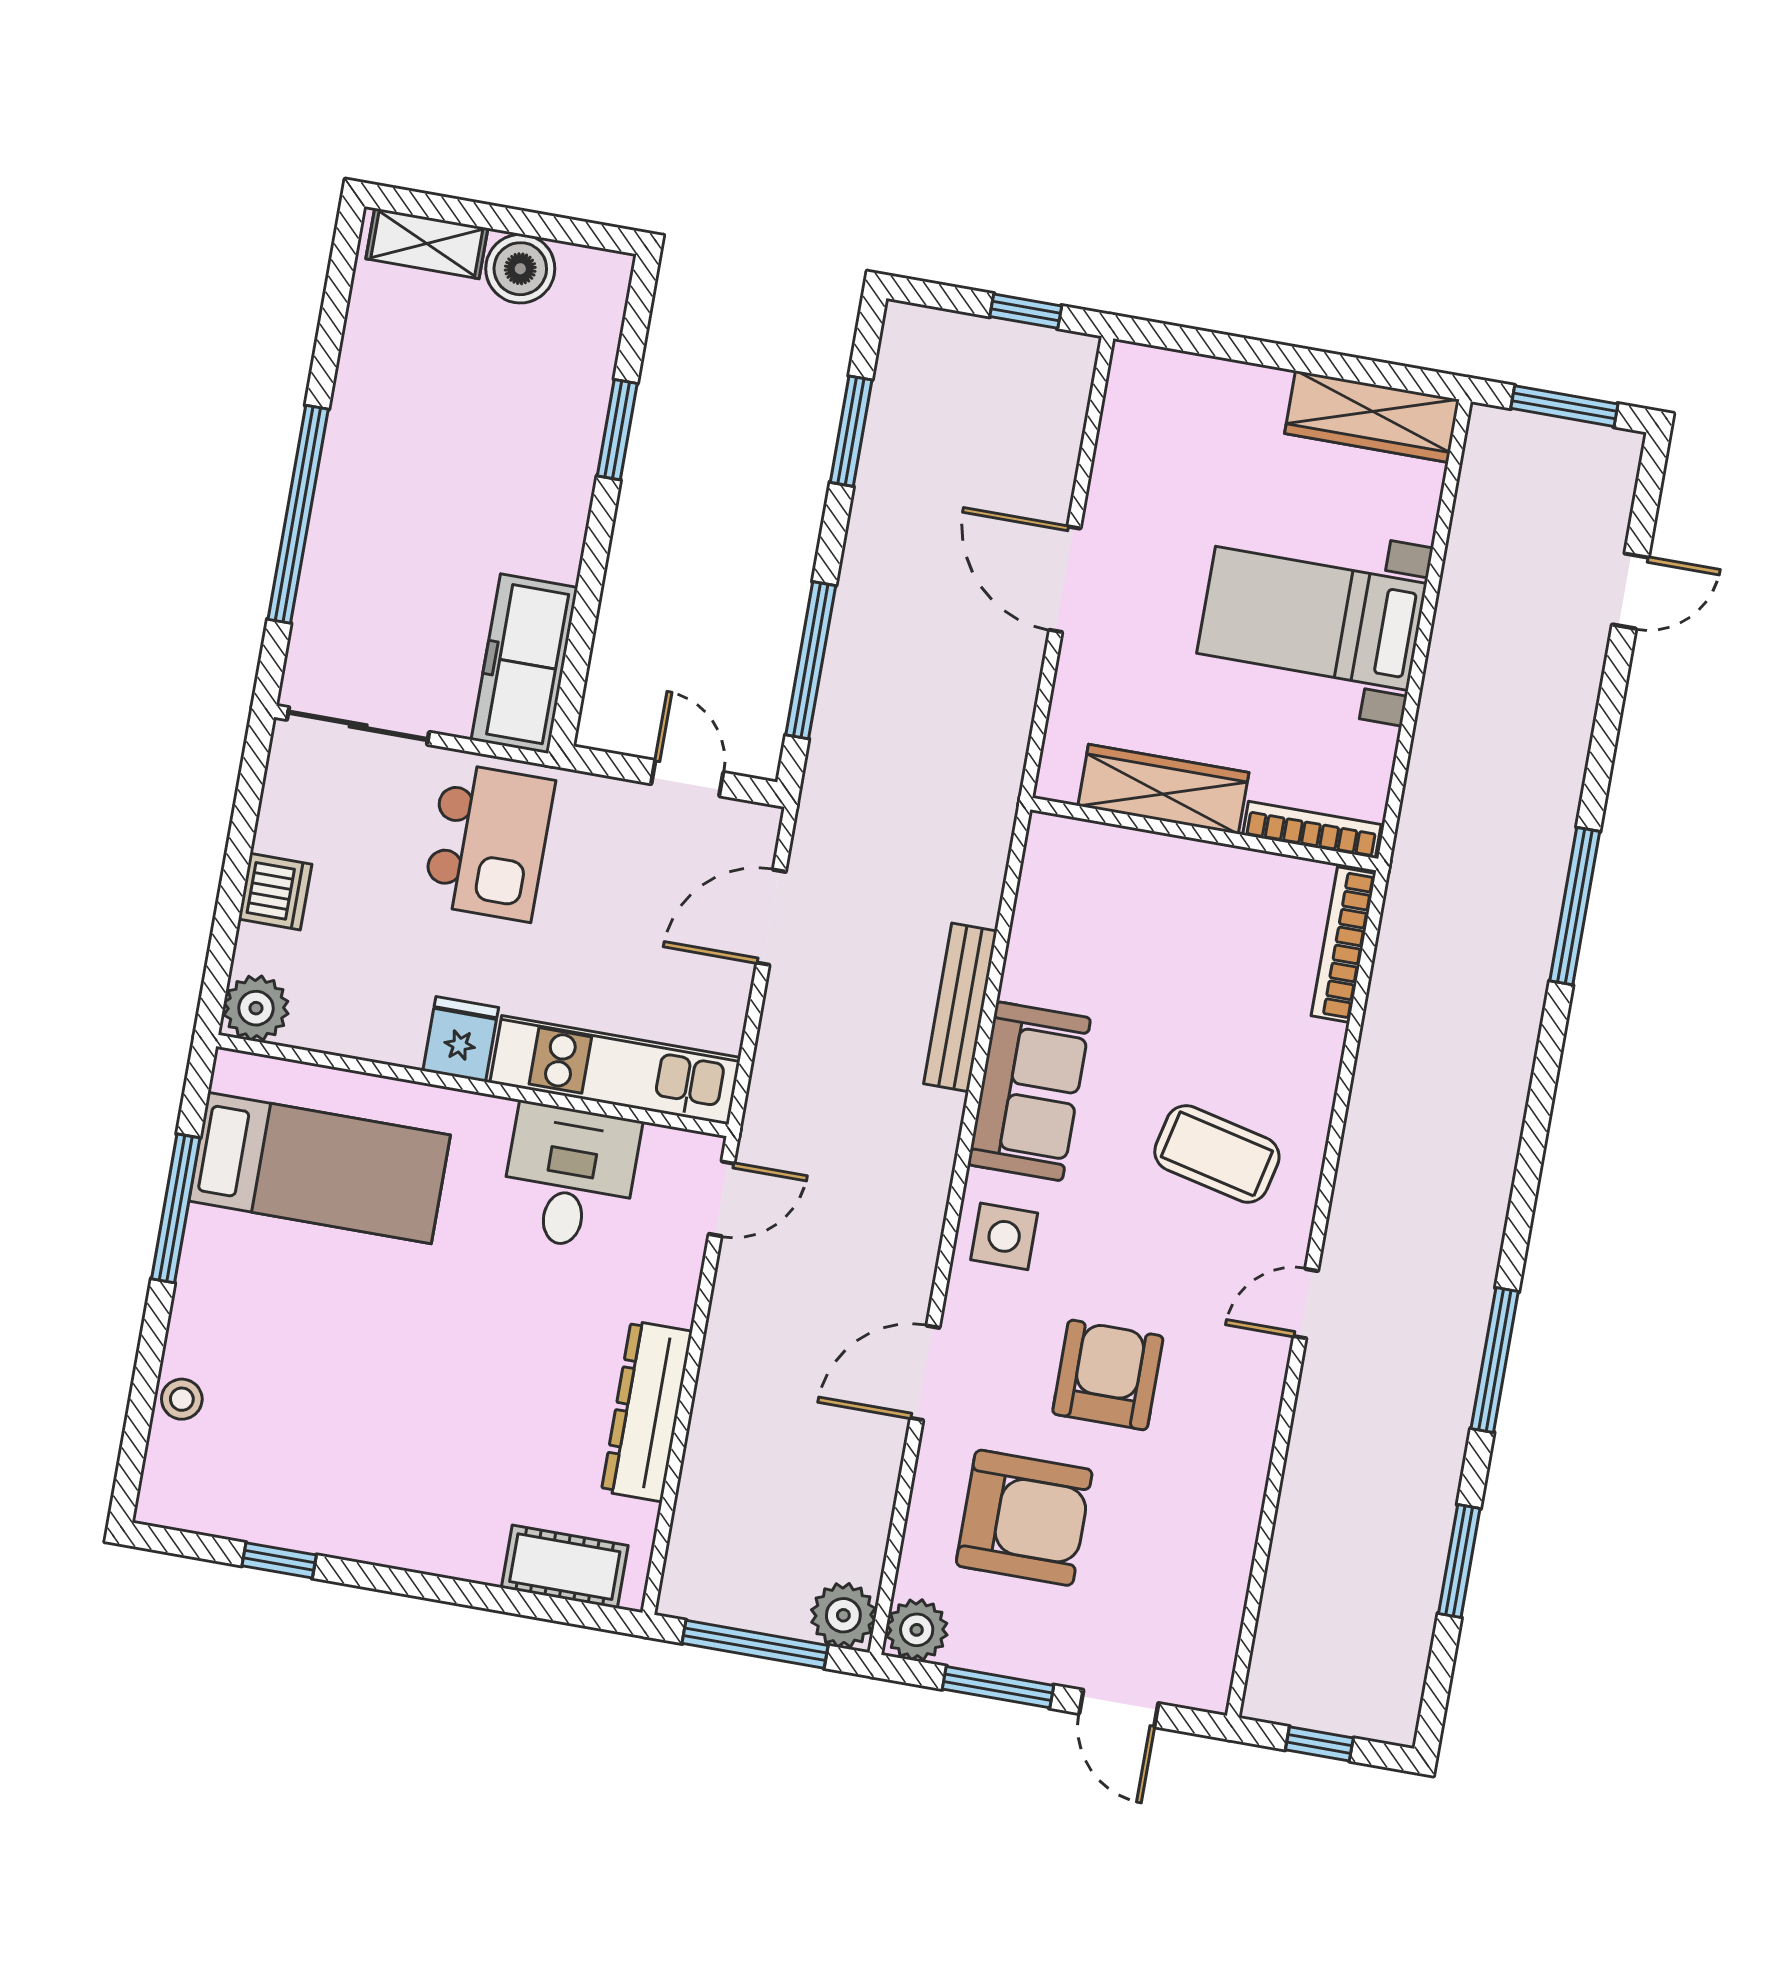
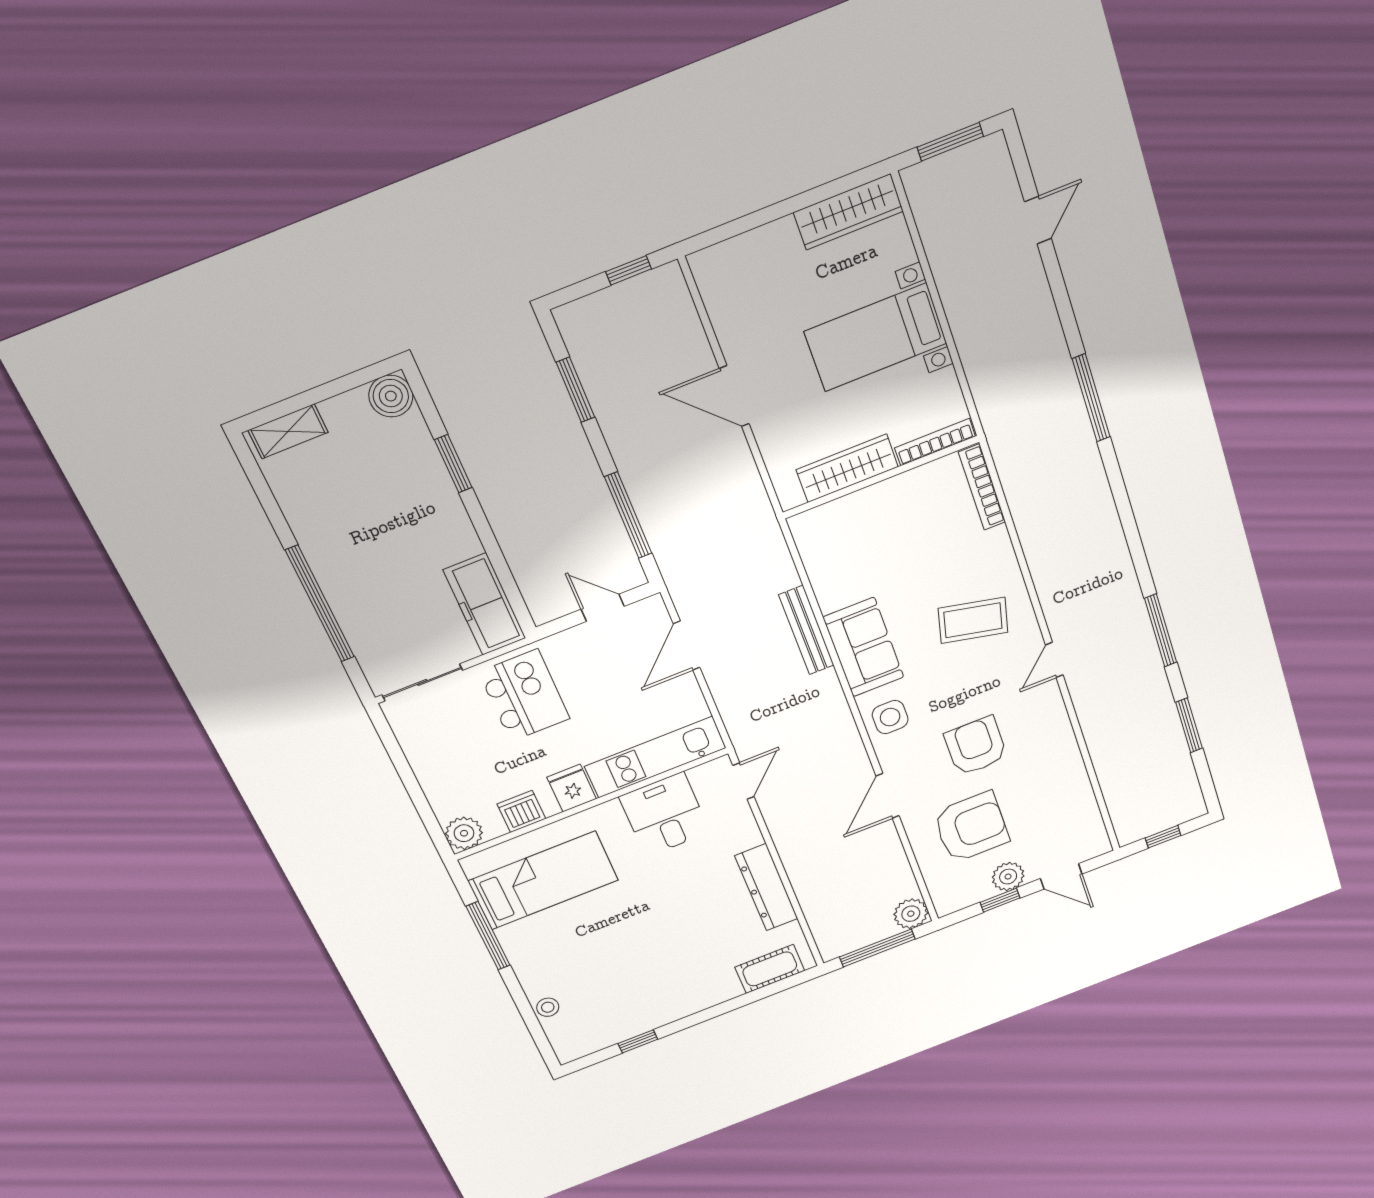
boiler: (520, 269) -> (391, 396), moved
dishwasher: (275, 892) -> (521, 811), moved, turned -90
plant: (917, 1630) -> (1008, 877), moved
window: (998, 1687) -> (1000, 900), width x0.67

